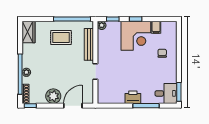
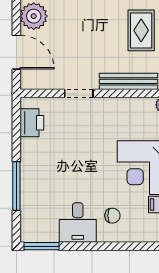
desk: (166, 93) -> (78, 223), moved
printer: (133, 97) -> (32, 123), moved

